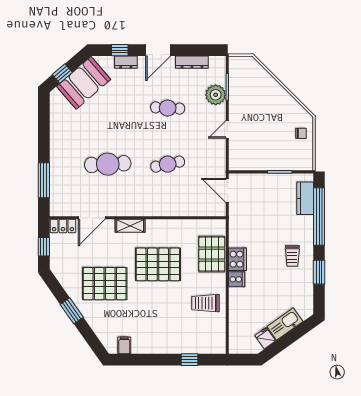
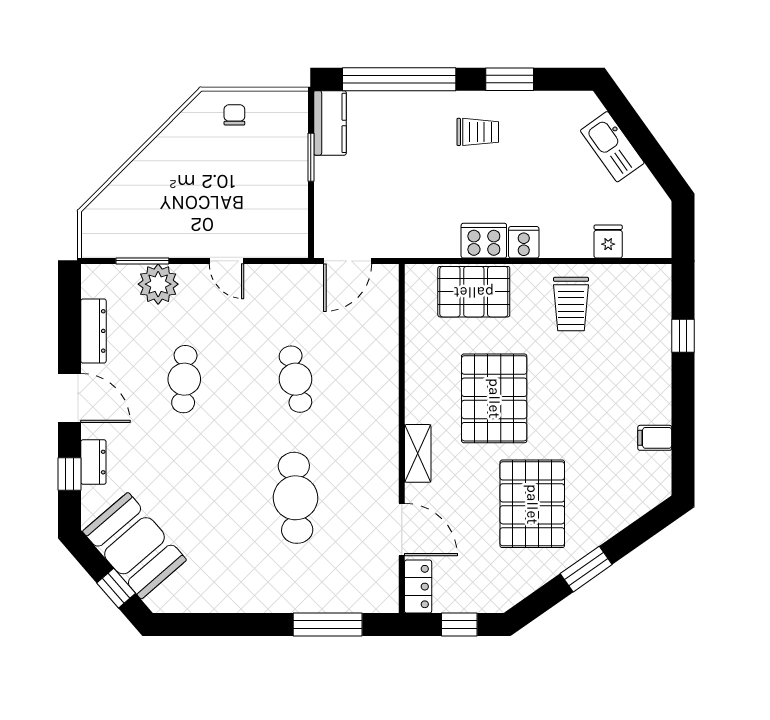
kitchen counter: (305, 198) -> (330, 123), moved, turned -90
fridge: (265, 338) -> (608, 242), moved, turned 125
filing cabinet: (124, 345) -> (655, 438), moved

